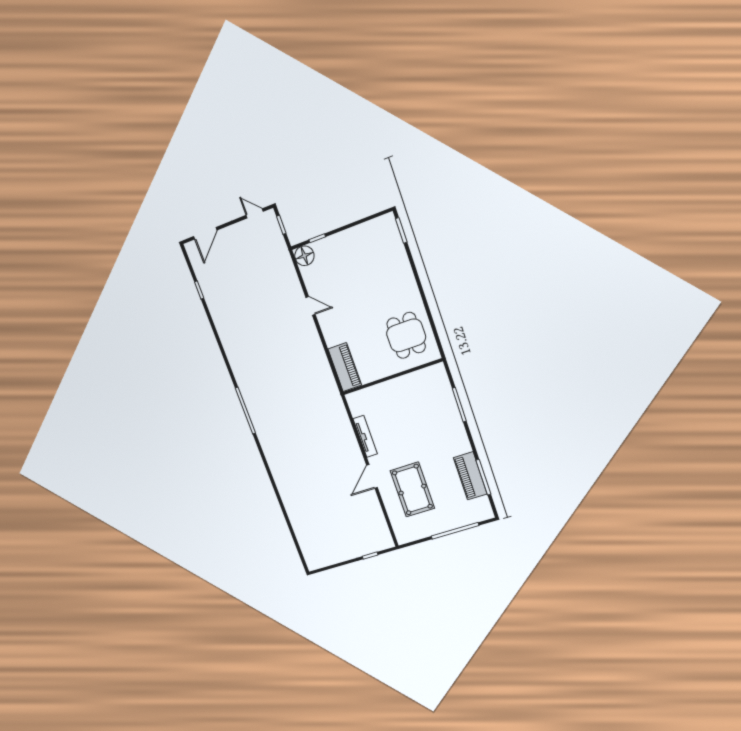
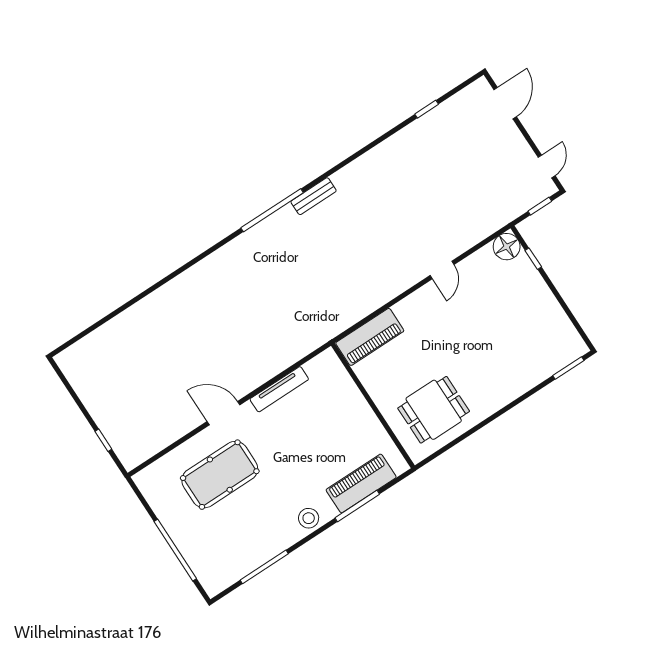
door: (205, 233) -> (505, 103), swing flipped
bench: (242, 381) -> (314, 196), added
stool: (458, 440) -> (309, 518), added
piano: (470, 476) -> (361, 484), moved

